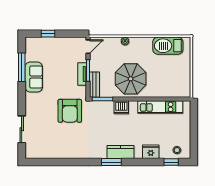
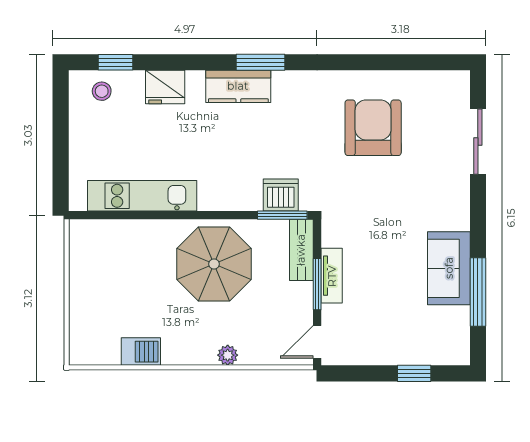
barbecue: (168, 46) -> (141, 352), width x0.53, depth x0.65
dishwasher: (121, 107) -> (281, 195), moved
armchair: (70, 111) -> (373, 128), moved

